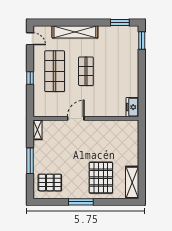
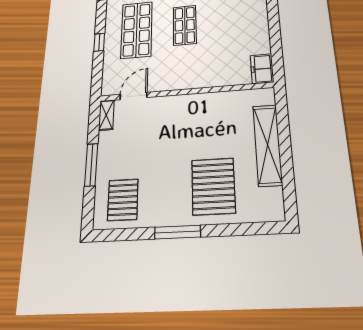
door: (76, 118) -> (134, 96), moved
pallet: (50, 182) -> (123, 200), turned 90
shelving: (132, 182) -> (267, 145), moved, width x1.47

